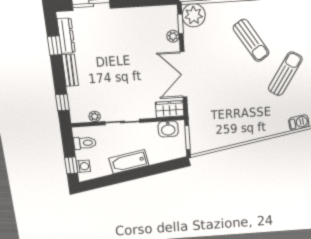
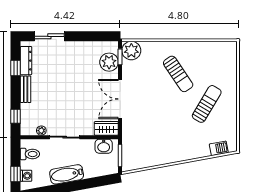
plant: (173, 36) -> (109, 62), width x1.87, depth x1.87

